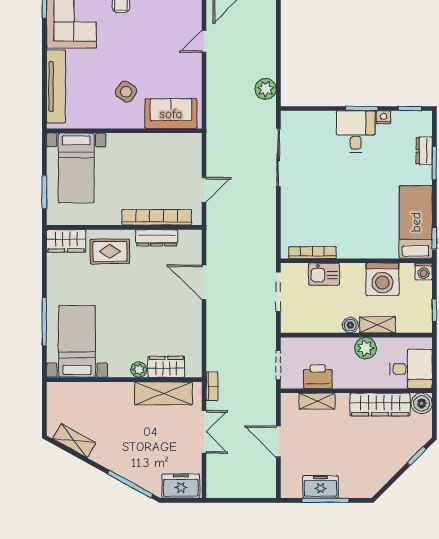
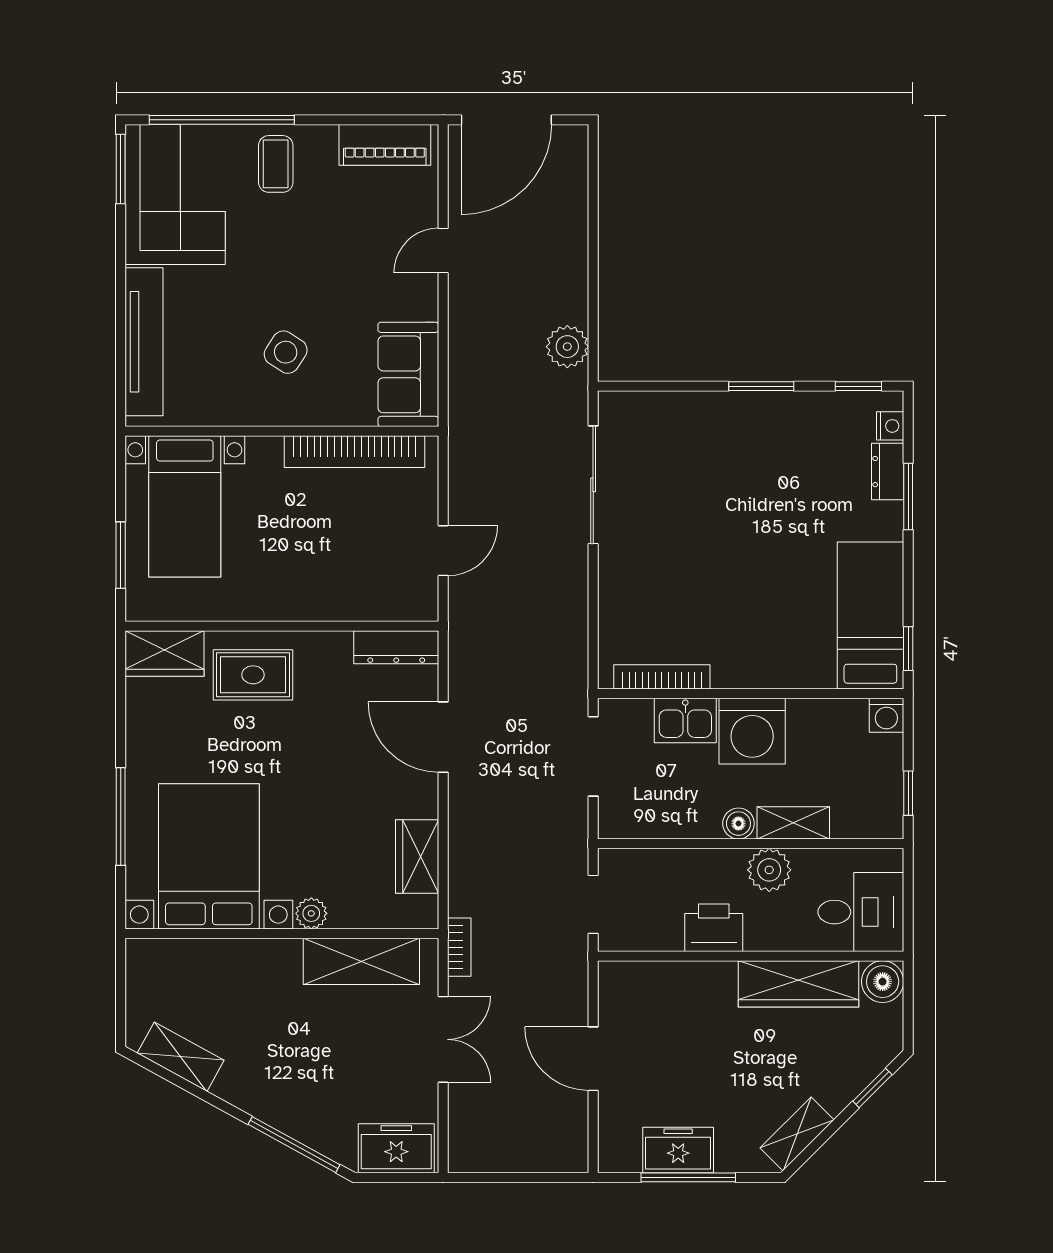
sofa: (171, 114) -> (408, 374), moved, turned -90
nightstand: (384, 117) -> (890, 426), moved, turned 90
desk: (356, 132) -> (749, 433), removed
bookcase: (157, 217) -> (355, 452), moved, turned 180
dresser: (157, 238) -> (396, 647), moved
washing machine: (382, 279) -> (752, 731), moved
bed with nightstands: (77, 341) -> (209, 856), width x1.36
wardrobe: (166, 367) -> (417, 856), moved, turned -90
printer: (318, 377) -> (714, 928), moved
shelving: (317, 401) -> (797, 1134), moved, turned -45

